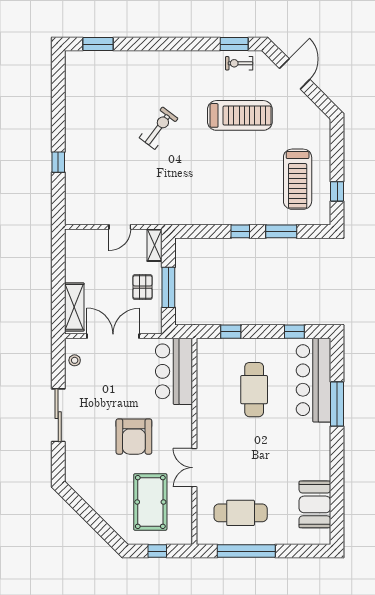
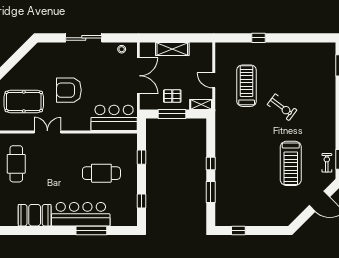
treadmill: (298, 179) -> (247, 86), moved, turned 90
shelving: (74, 307) -> (172, 49), moved
bar counter: (314, 380) -> (81, 214), moved
booth: (315, 504) -> (35, 215), moved

